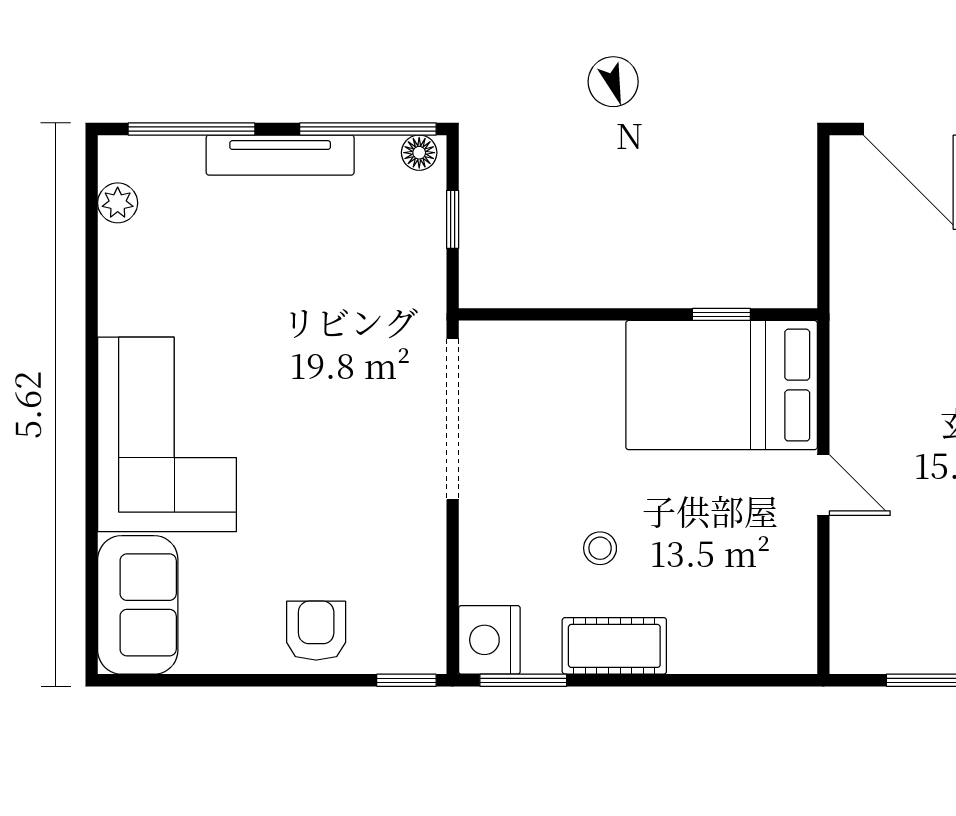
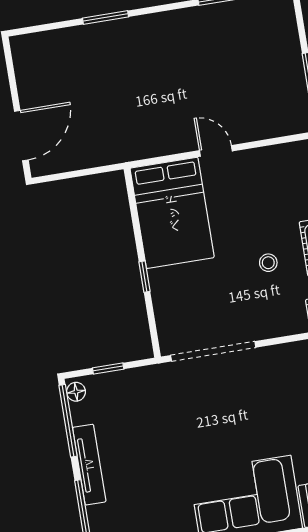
window: (721, 314) -> (144, 277), moved
door: (823, 485) -> (216, 151), hinge flipped

